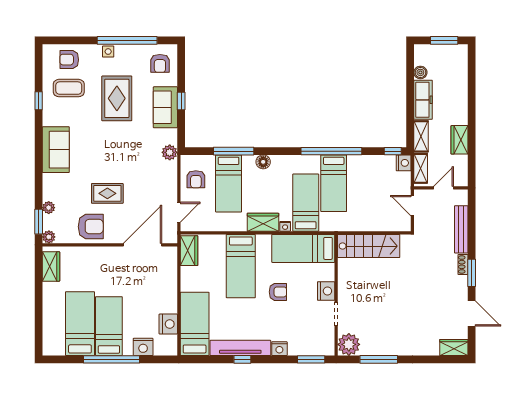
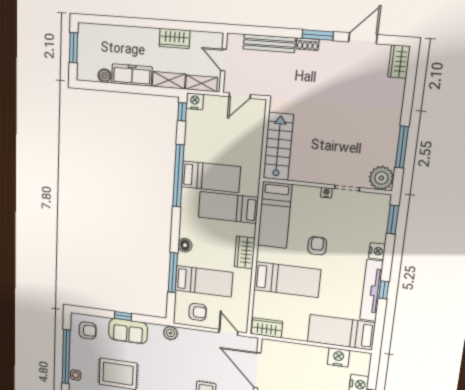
nightstand: (285, 226) -> (251, 231), removed
nightstand: (326, 291) -> (326, 193), width x0.53, depth x0.56

